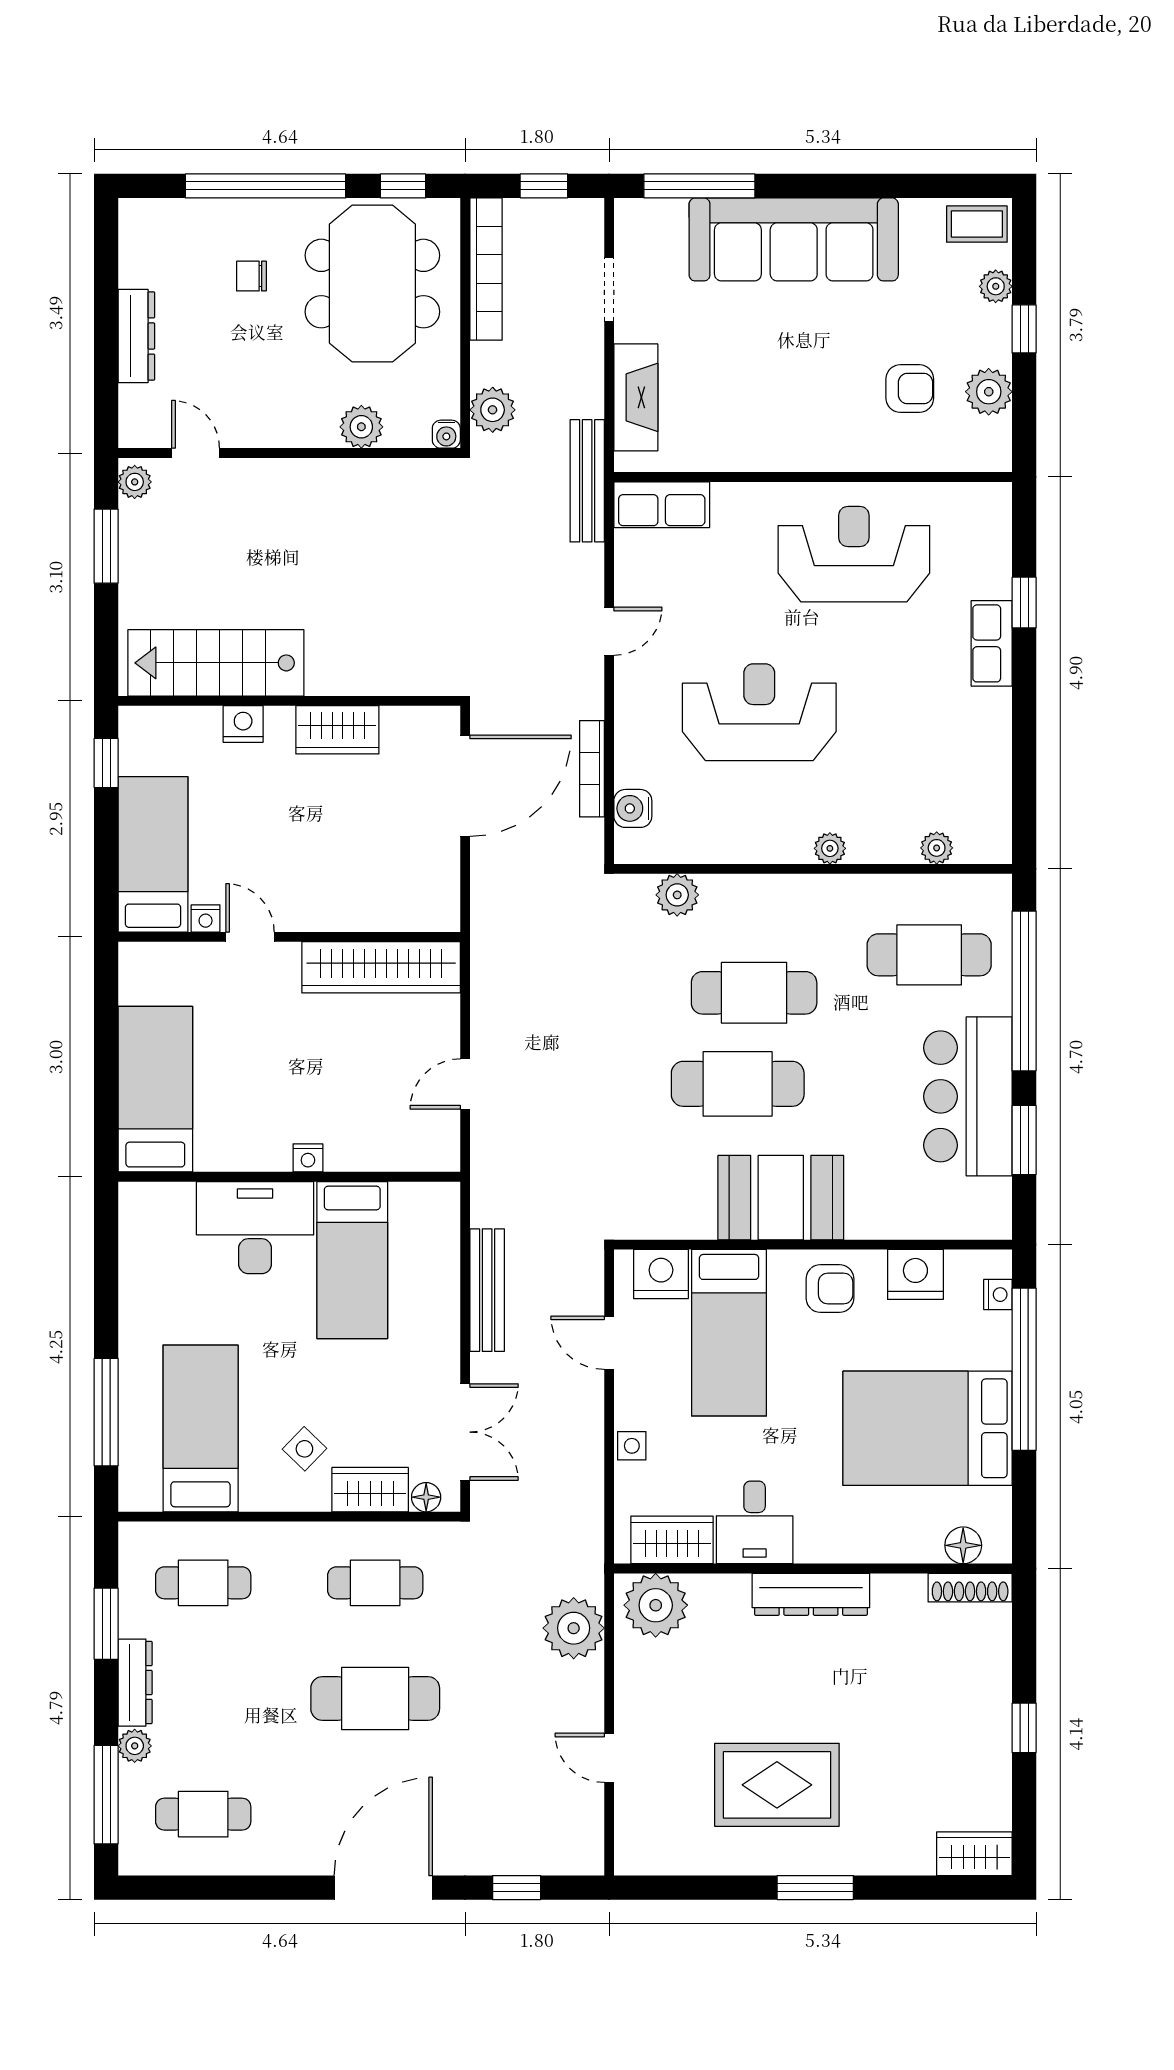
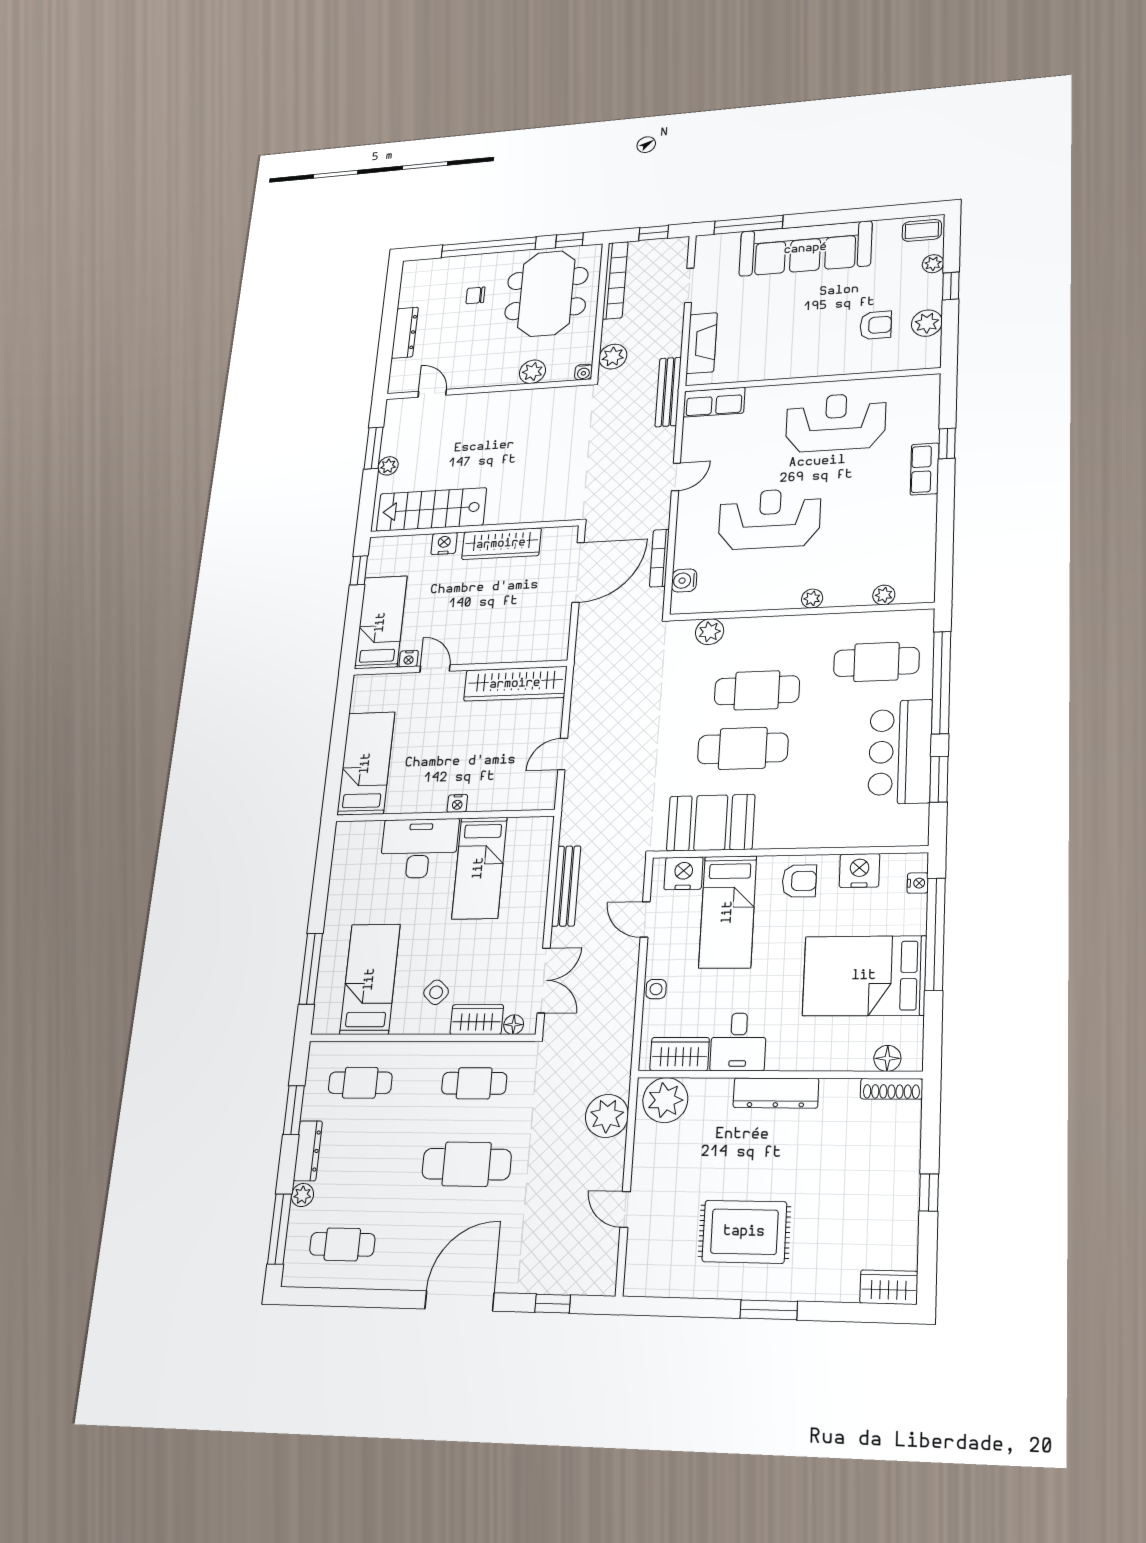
plant: (135, 482) -> (388, 466), moved
wardrobe: (337, 730) -> (501, 544), width x1.50
booth: (781, 1198) -> (711, 823), moved

